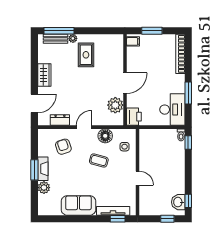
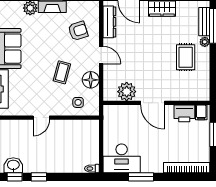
rug: (86, 55) -> (186, 57), turned 90
printer: (134, 117) -> (184, 113), moved
dresser: (60, 120) -> (109, 22), width x1.44
window: (188, 142) -> (39, 177), moved

